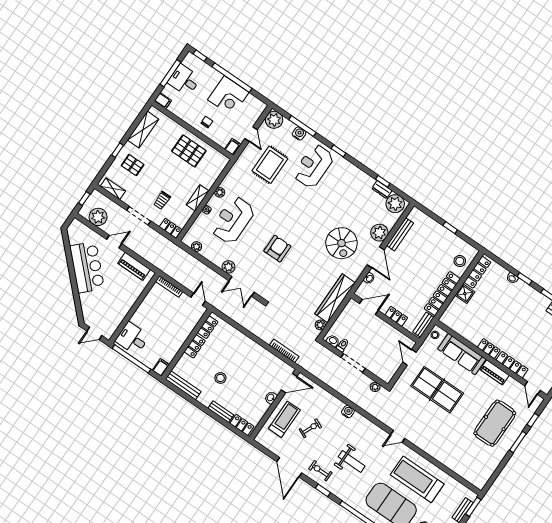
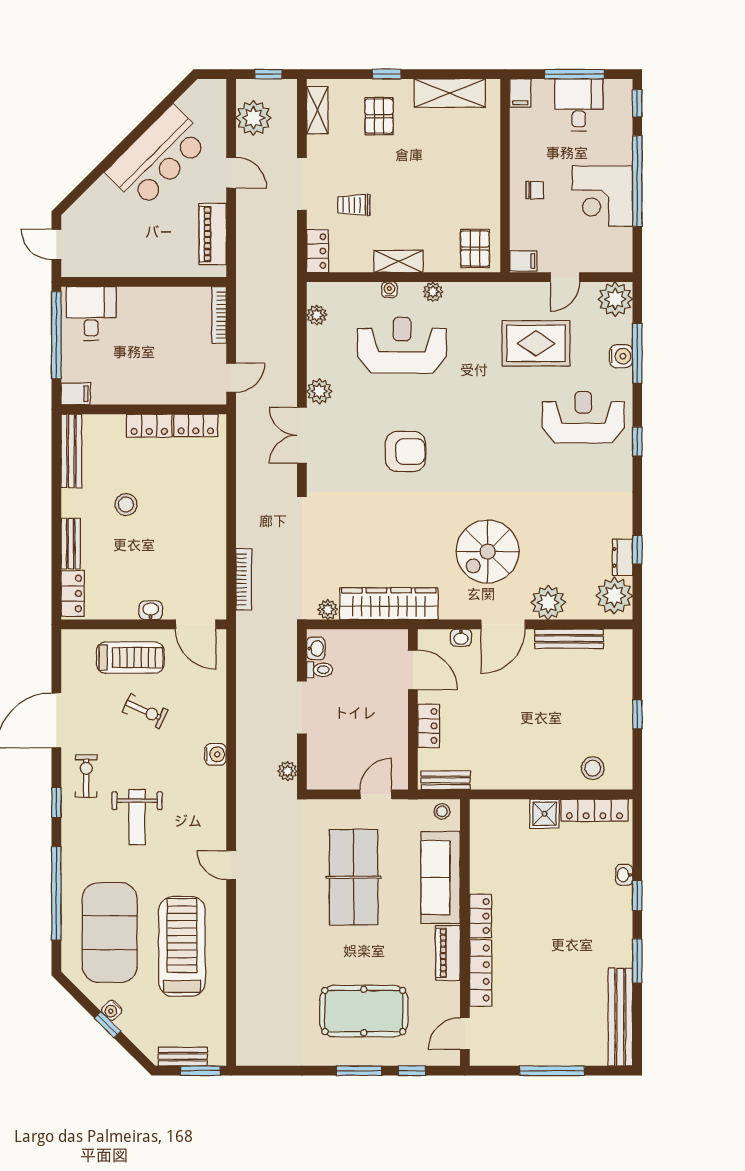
pallet: (189, 151) -> (475, 249), moved, width x0.67, depth x0.71
locker: (442, 294) -> (519, 776), removed

